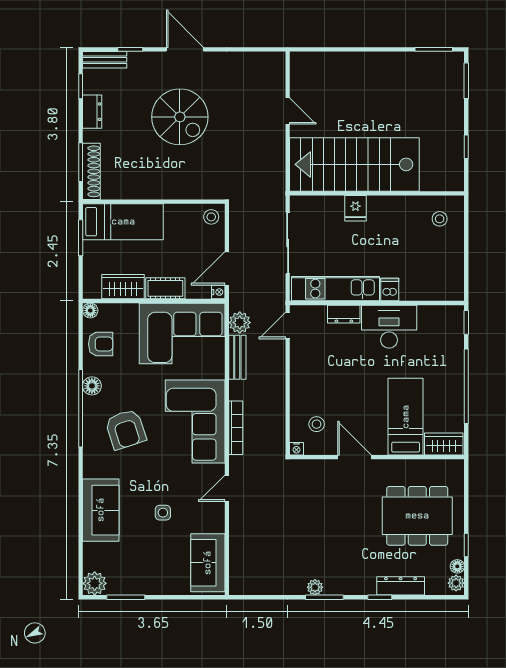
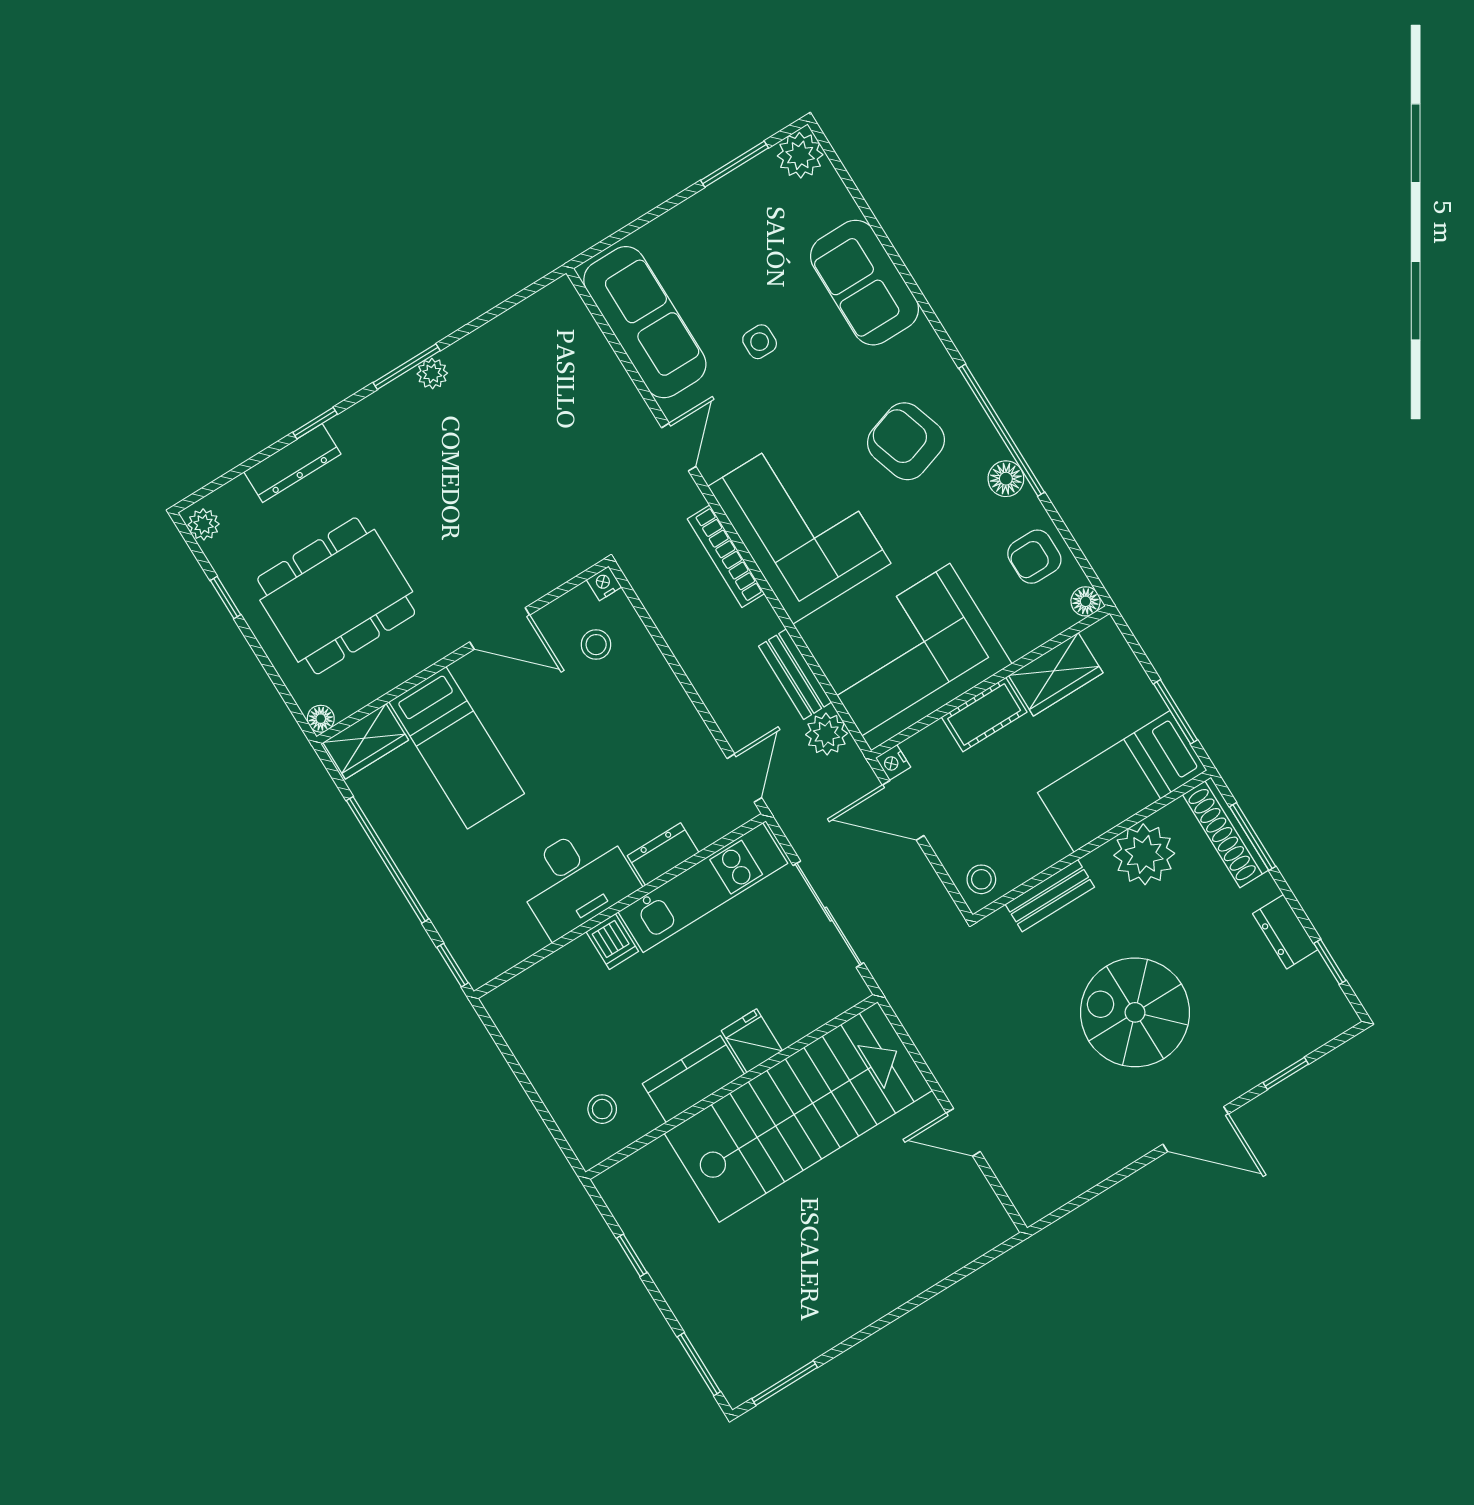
bench: (105, 60) -> (1050, 896), moved
plant: (133, 184) -> (1144, 854), added
kitchen counter: (392, 207) -> (693, 1079), added
door: (227, 268) -> (903, 810), swing flipped
sofa: (208, 563) -> (645, 322), width x1.36
floor lamp: (457, 566) -> (321, 719), moved

